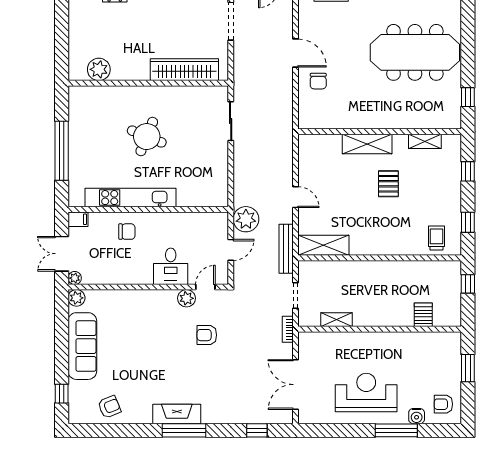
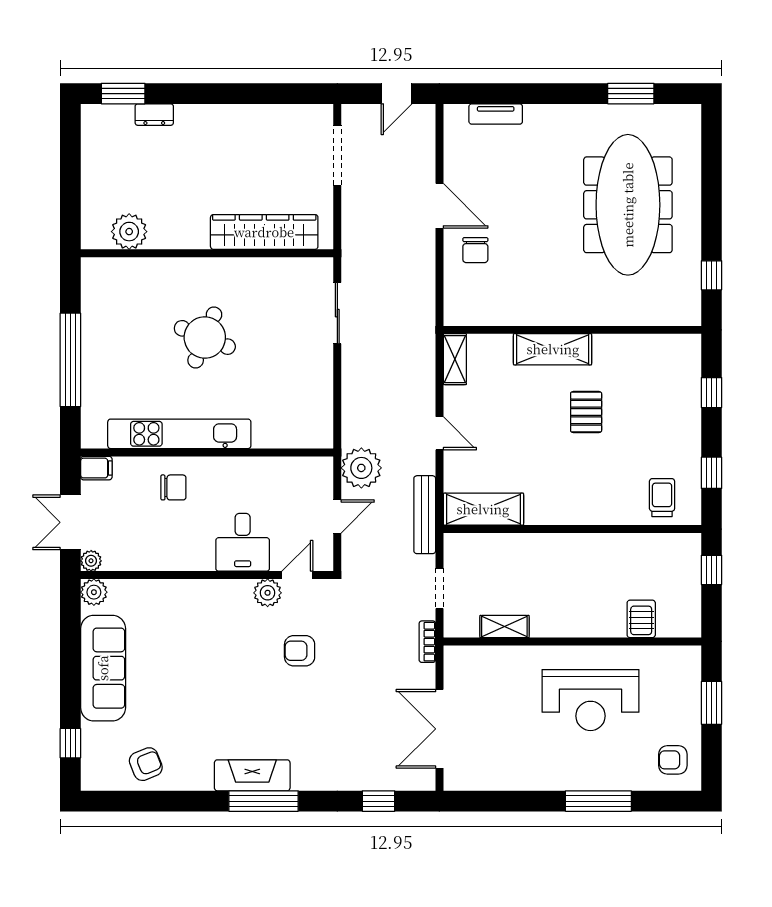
meeting table: (415, 52) -> (628, 205), turned 90
shelving: (425, 141) -> (455, 359), moved, turned 90
reception desk: (366, 392) -> (590, 700), moved, turned 180
water cooler: (417, 416) -> (631, 779), removed

